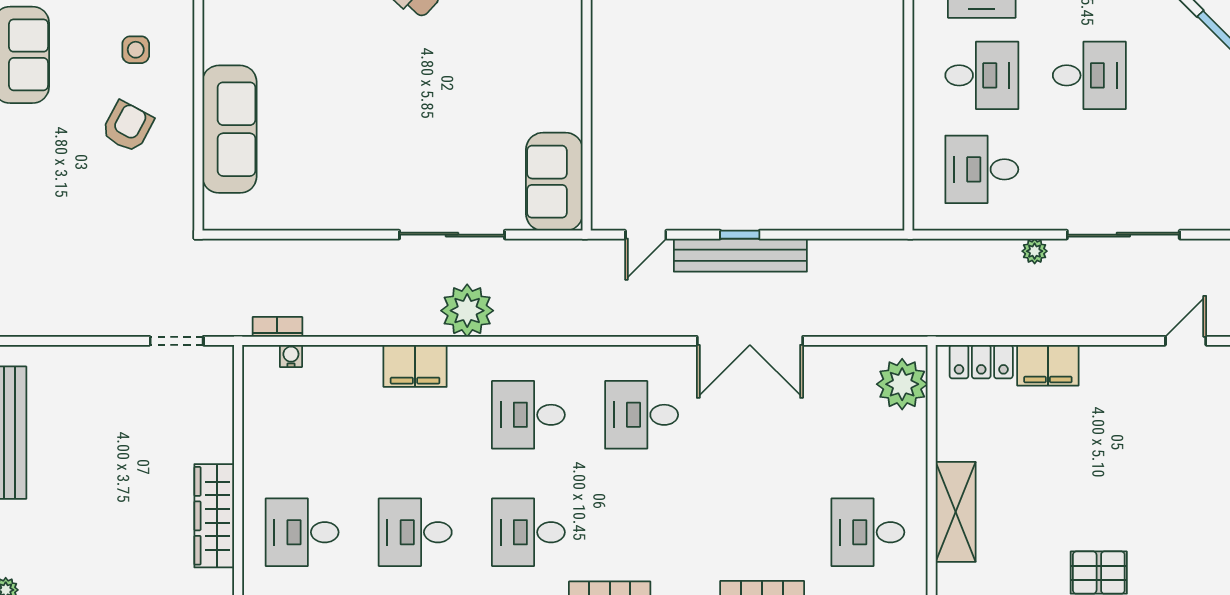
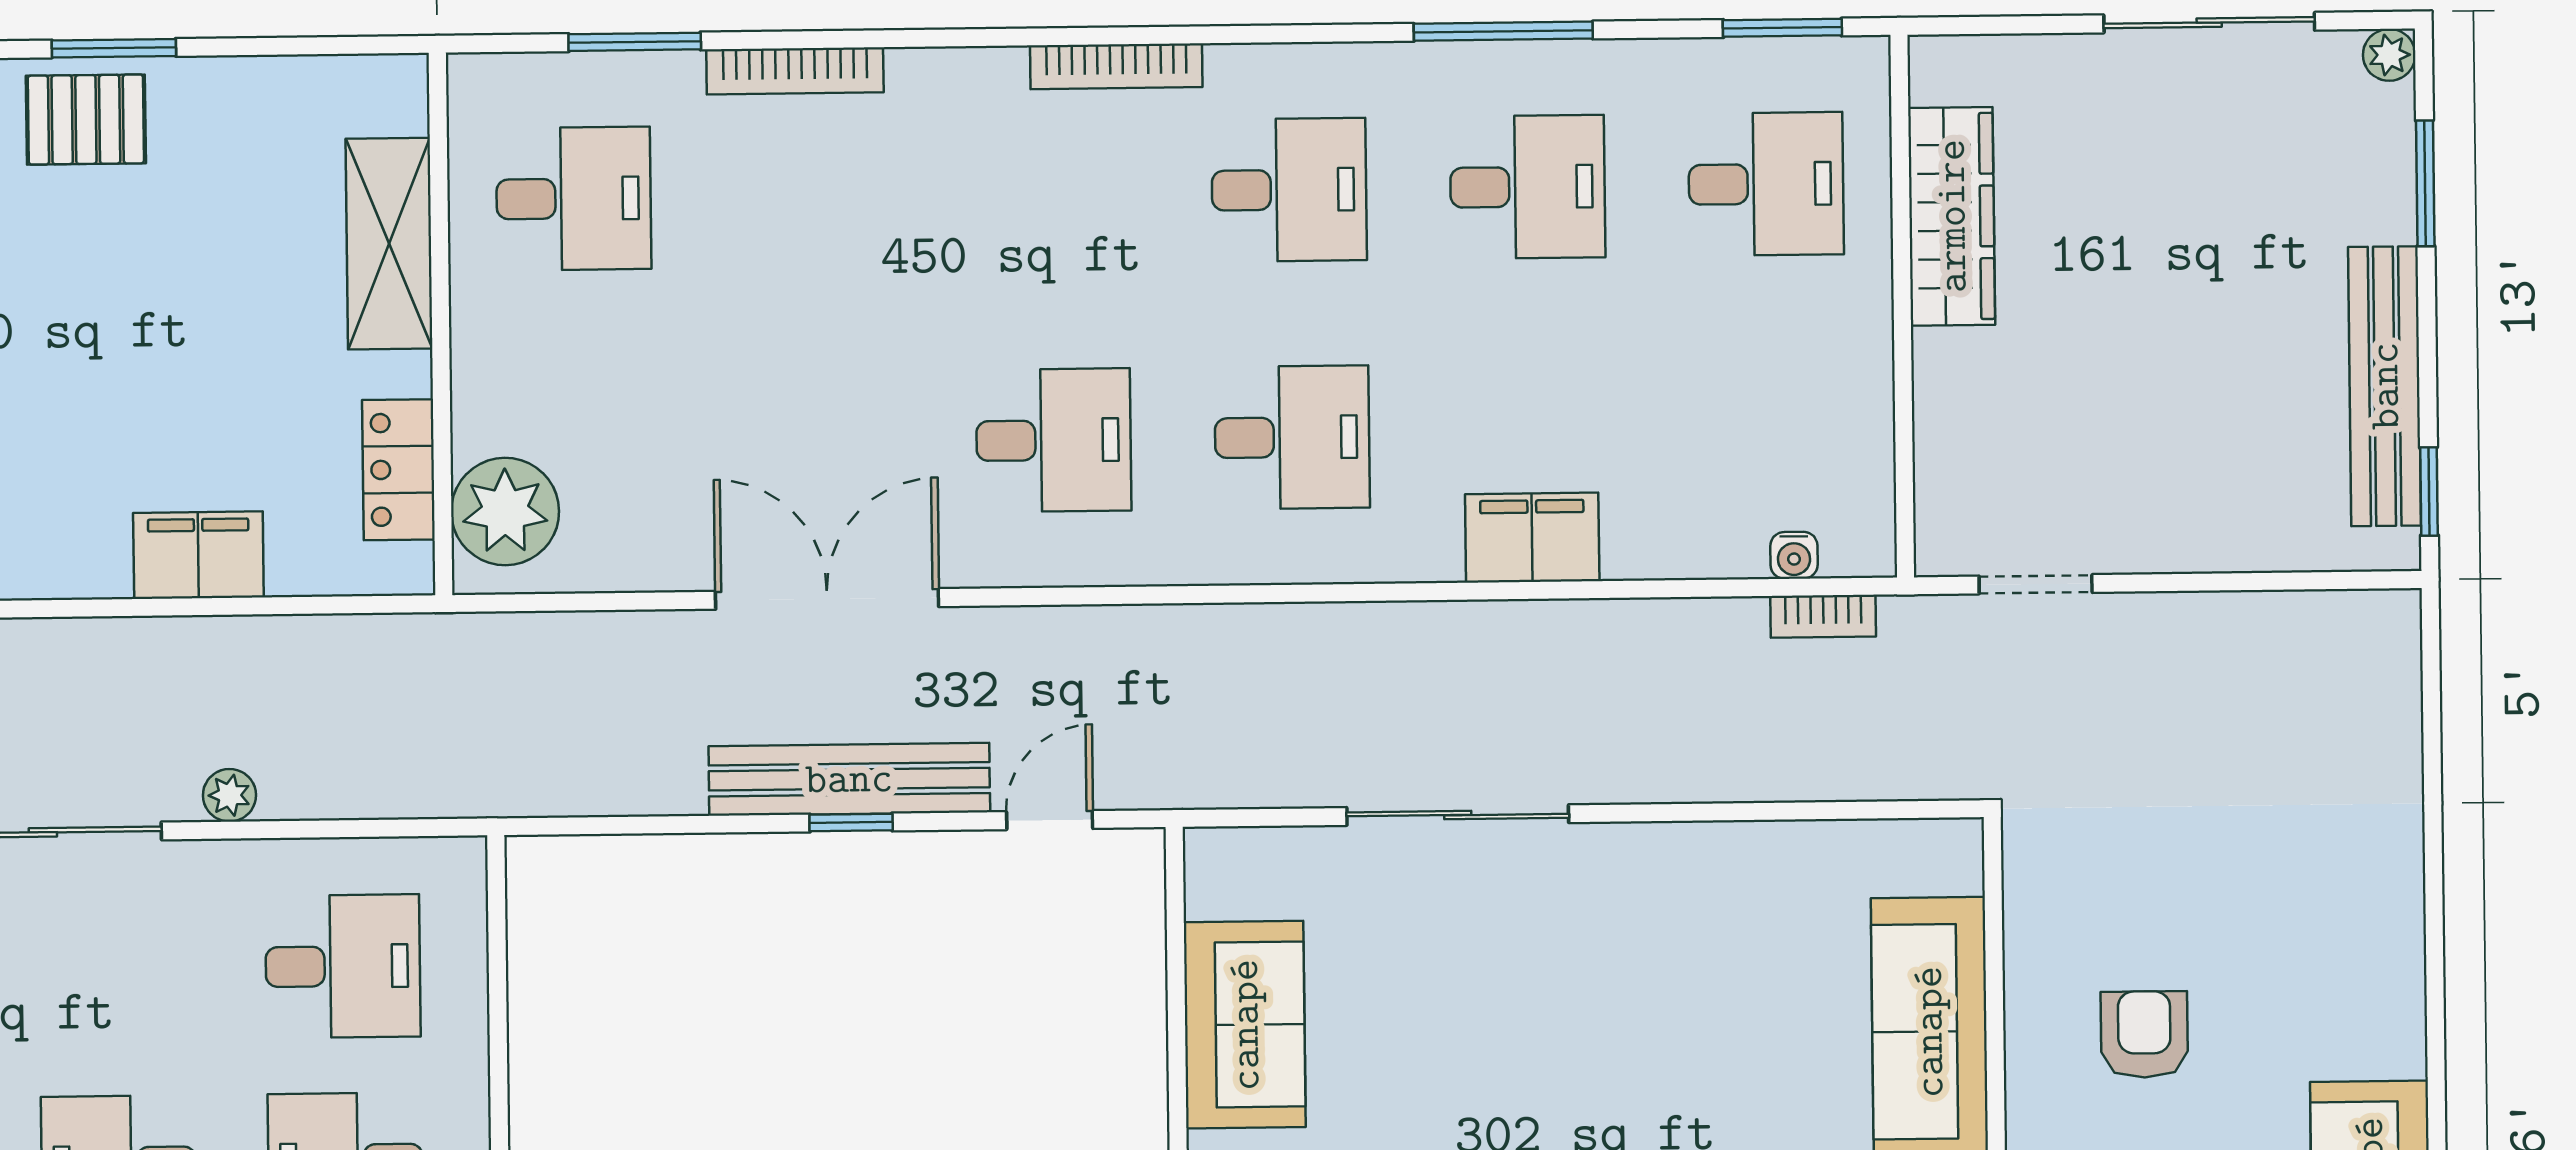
armchair: (128, 127) -> (2144, 1034), turned 152
sofa: (554, 182) -> (1245, 1025), moved
plant: (467, 311) -> (1424, 656), removed
locker: (981, 362) -> (398, 470), moved, turned -90

